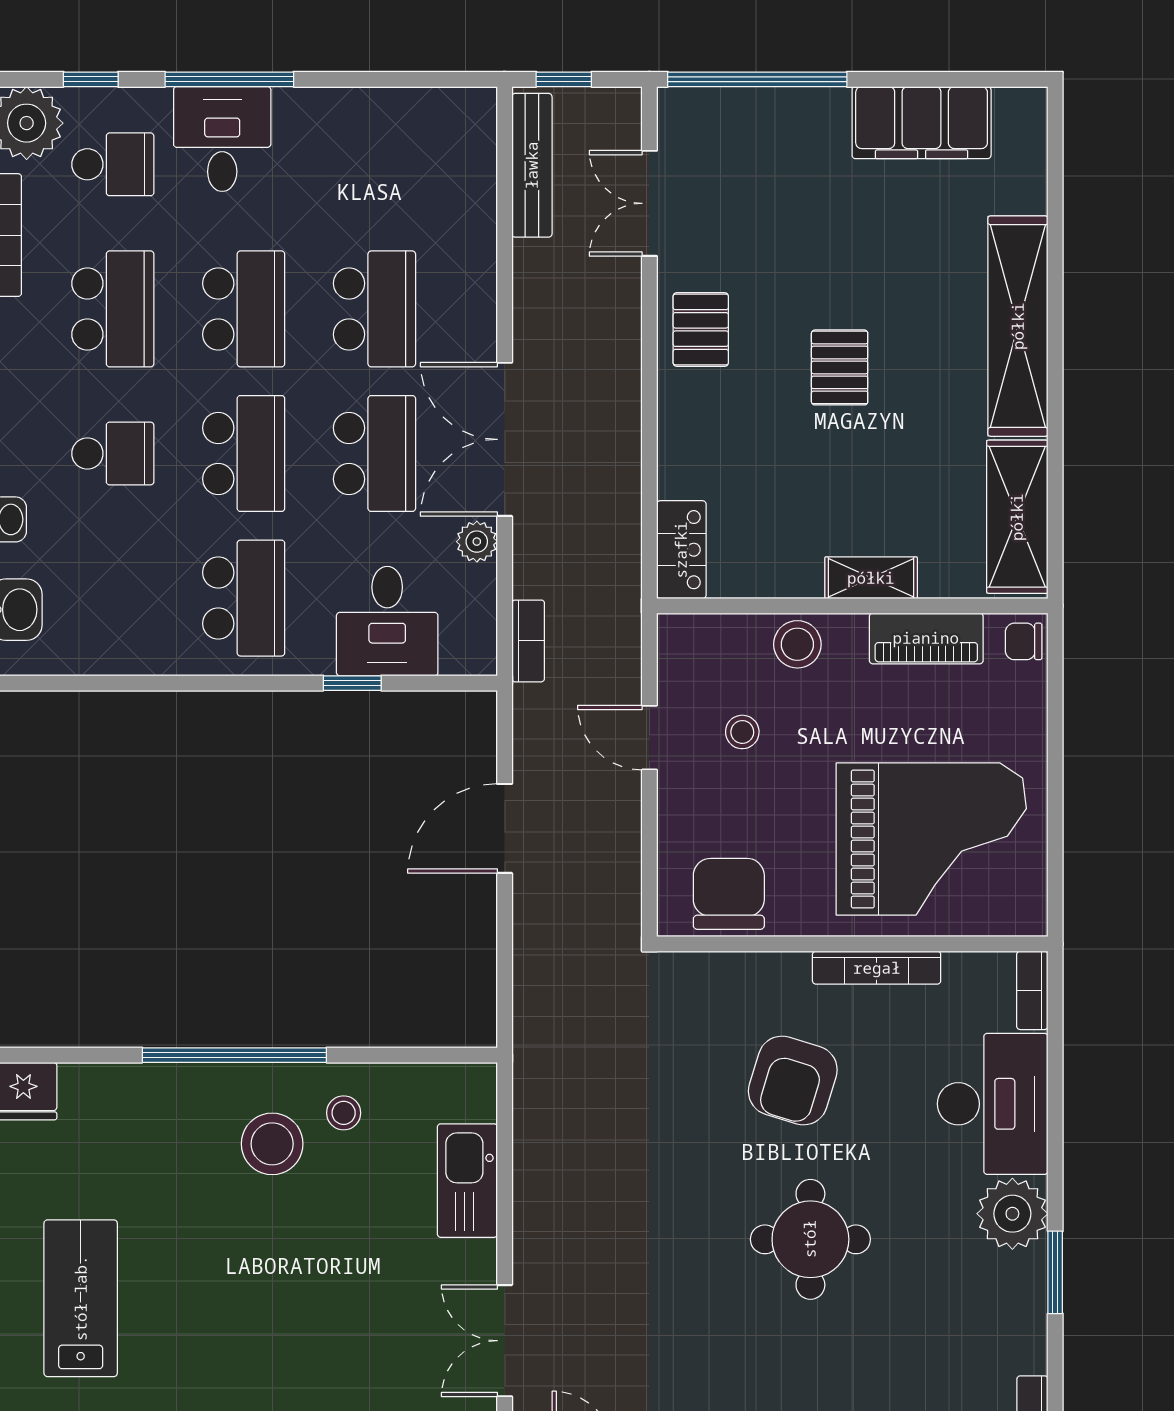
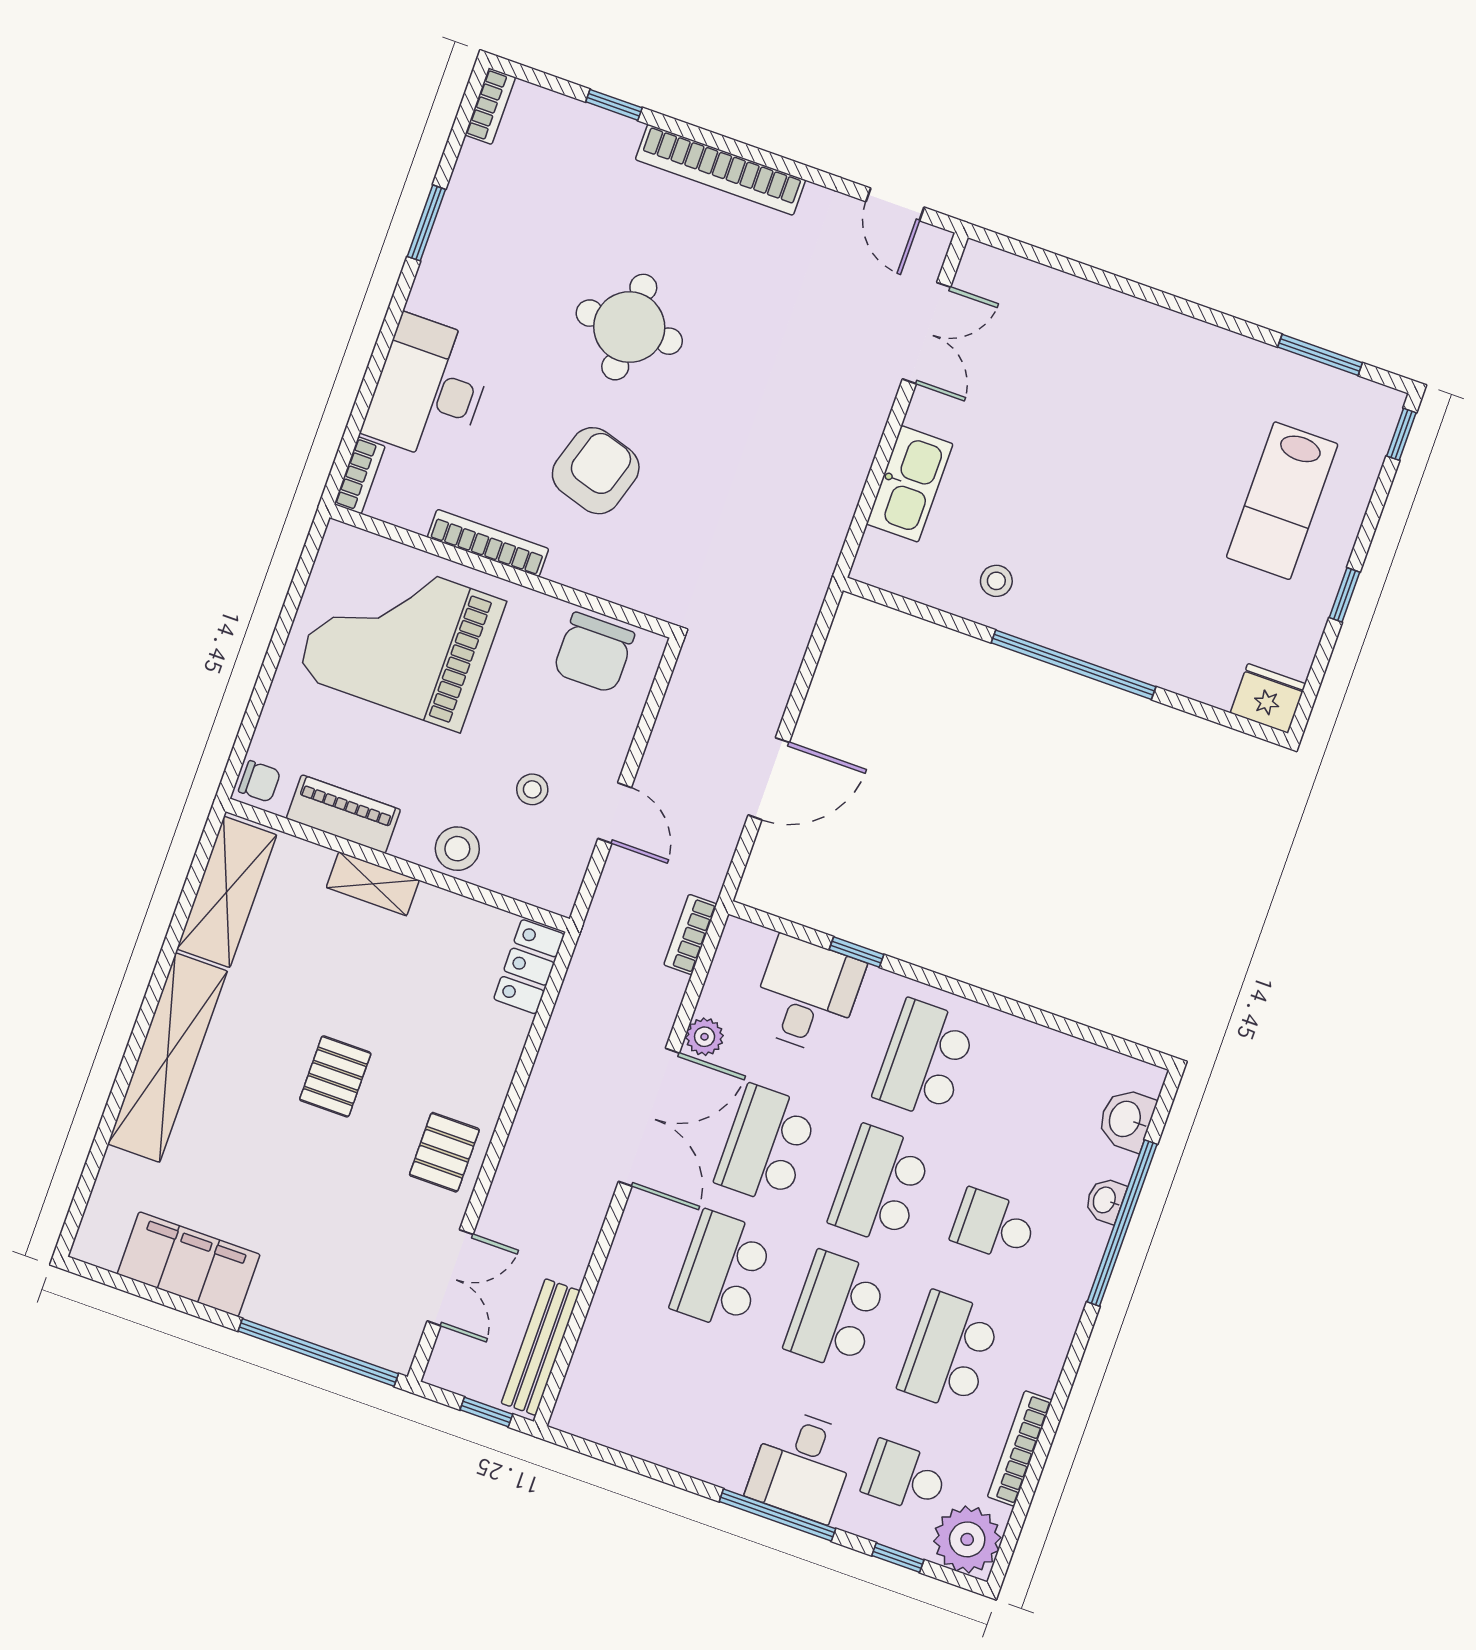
stool: (272, 1144) -> (1068, 576), removed
plant: (1012, 1214) -> (446, 287), removed

